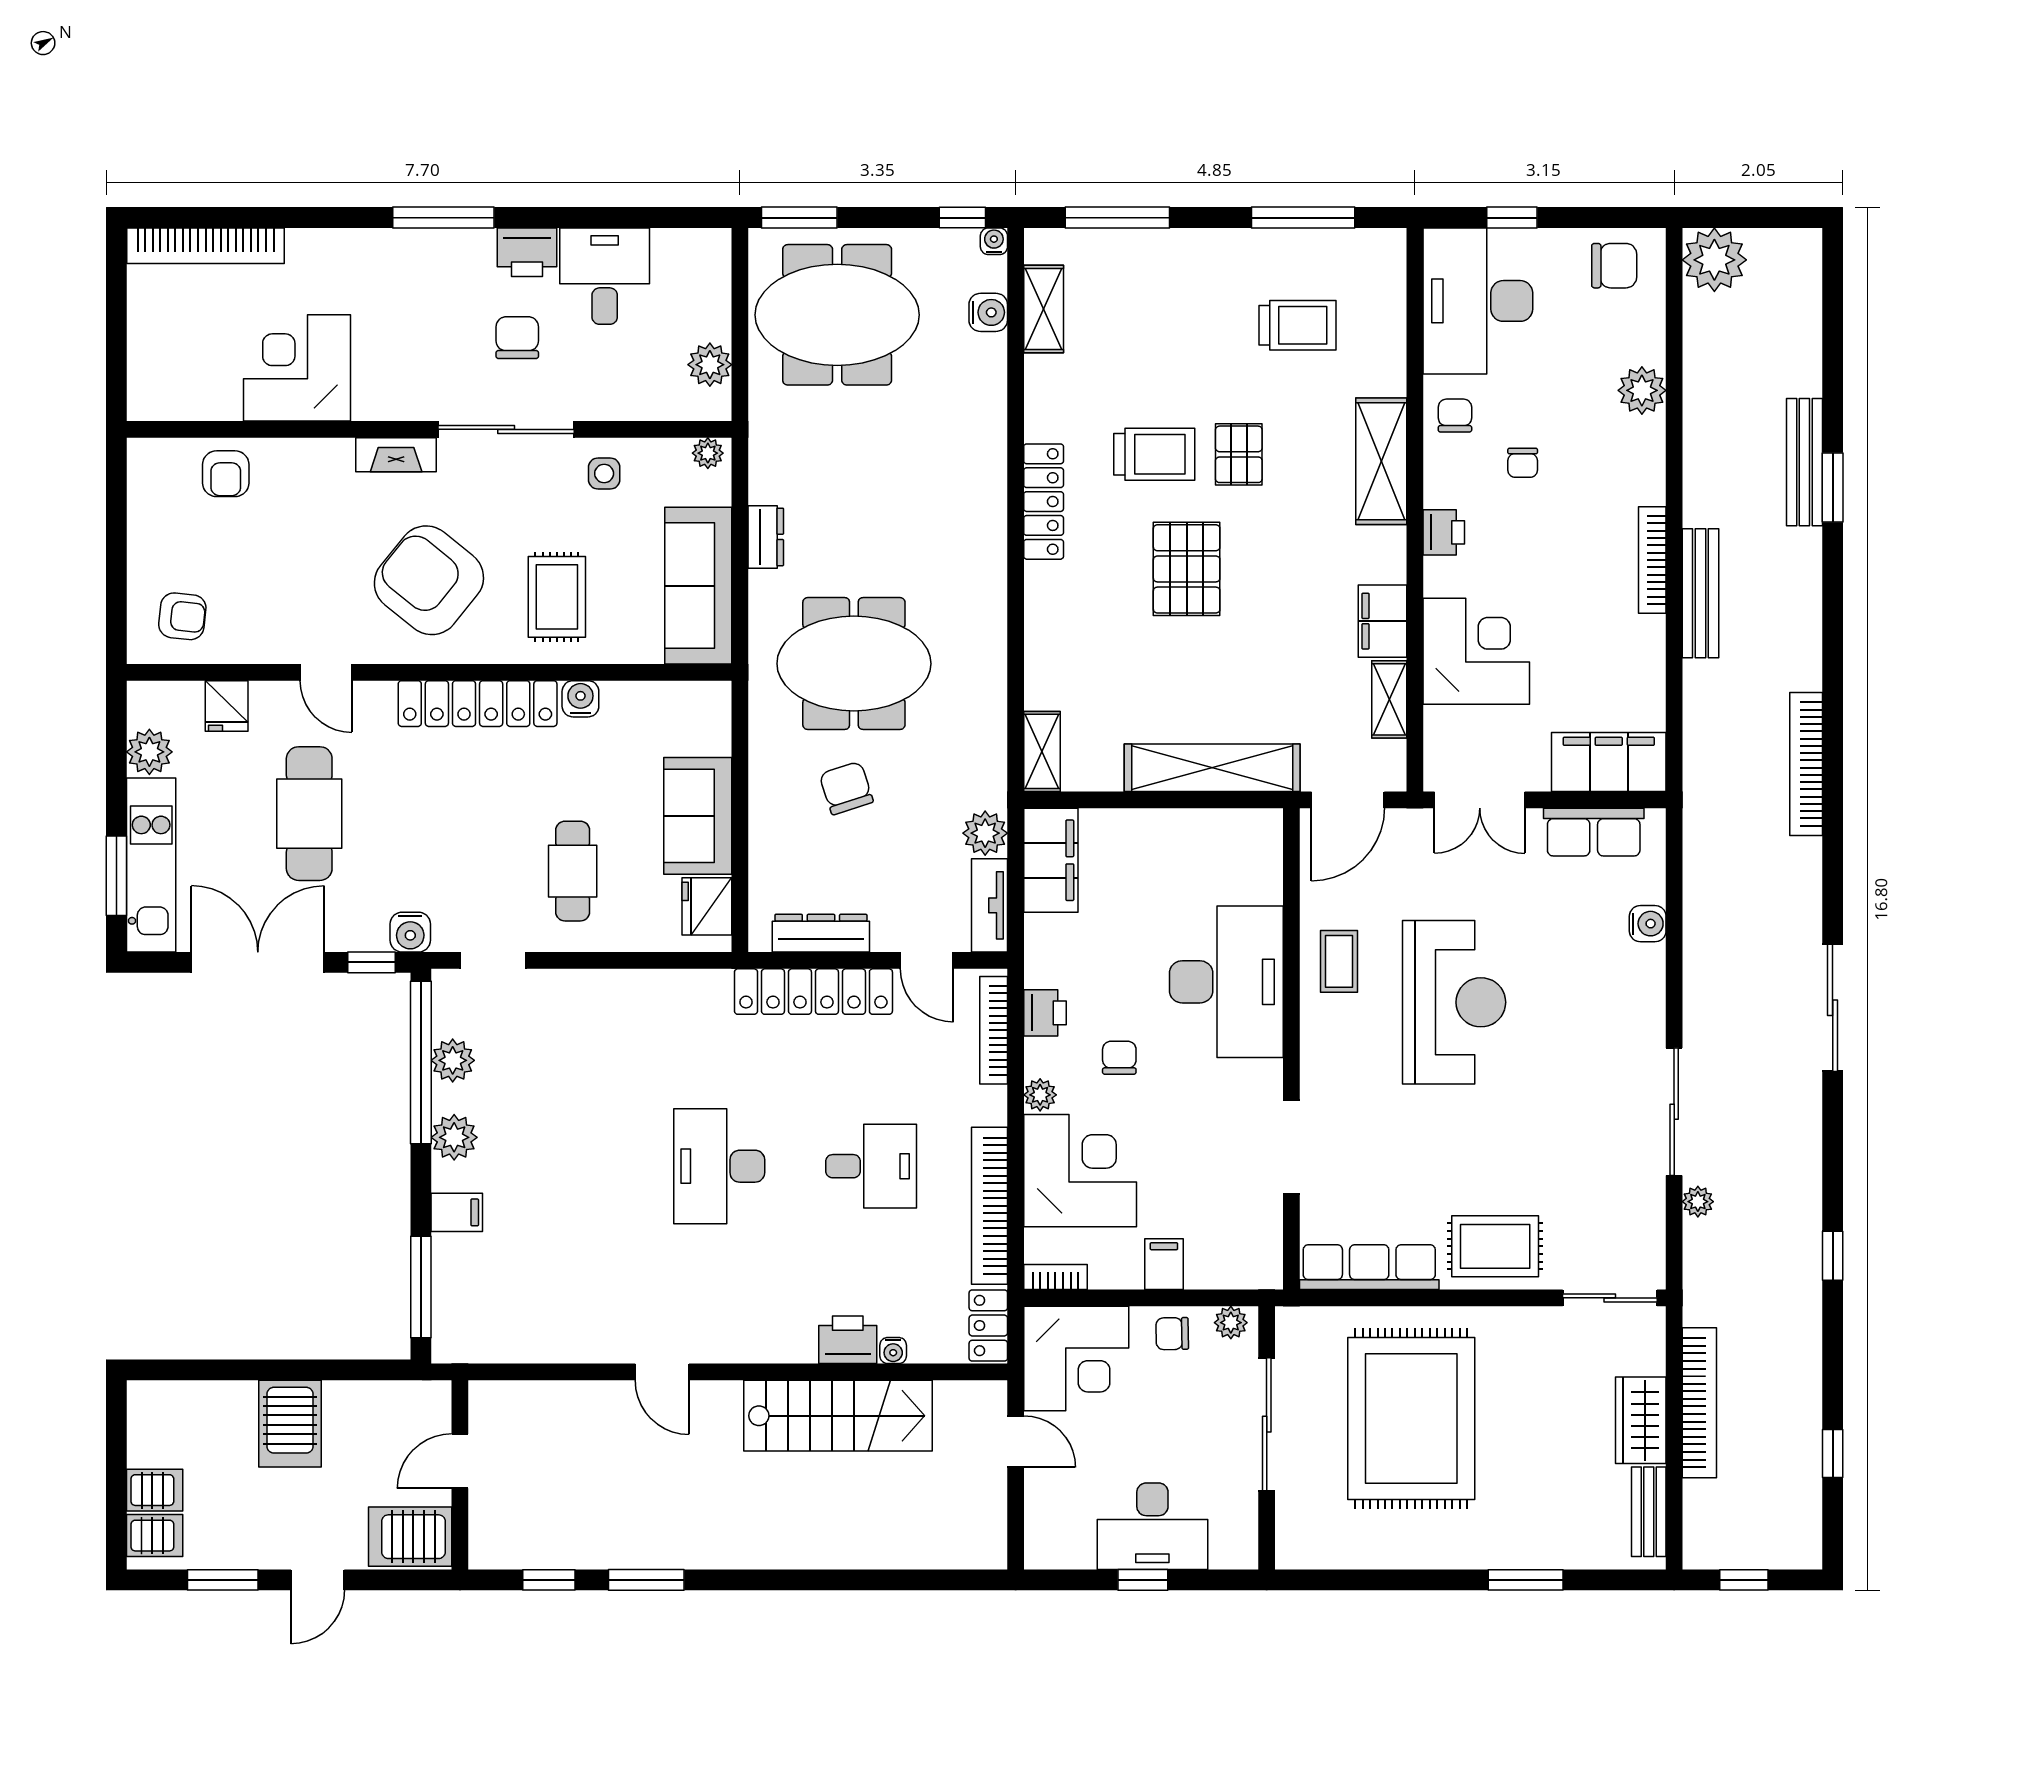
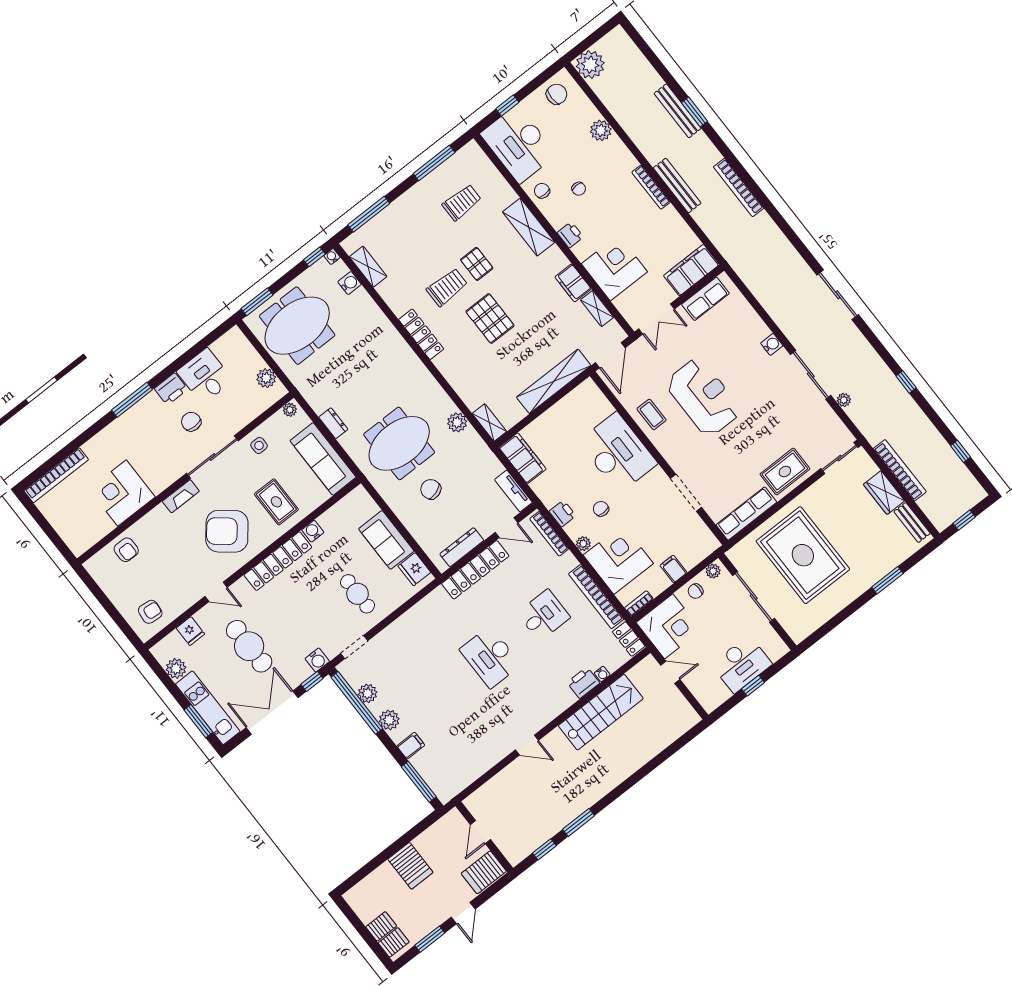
bookcase: (1806, 764) -> (739, 188), moved
plant: (985, 833) -> (457, 422), moved
water cooler: (1648, 924) -> (772, 344), moved

